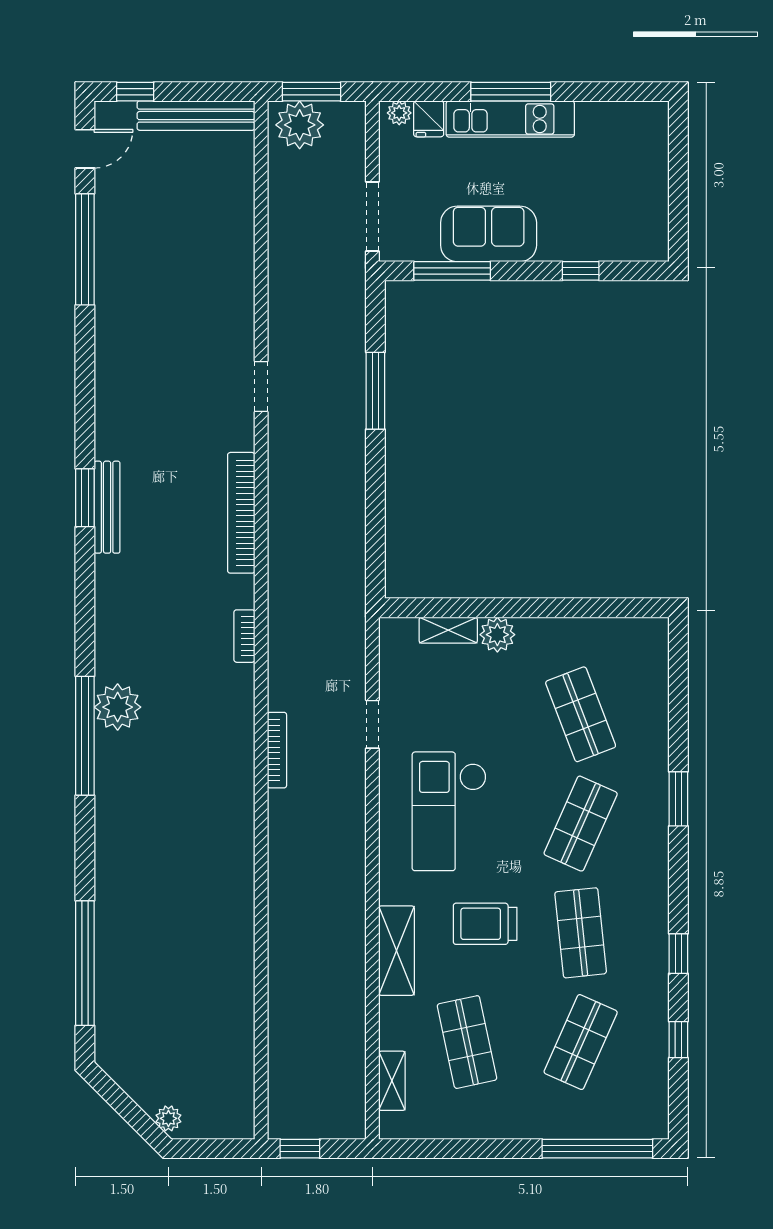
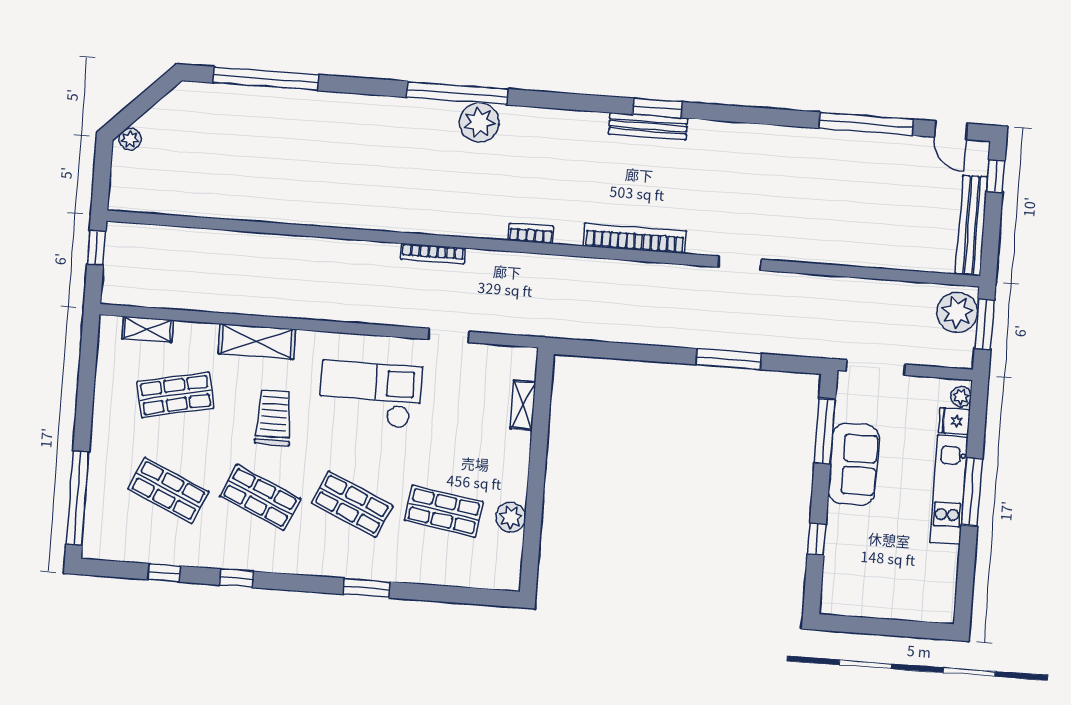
plant: (497, 635) -> (511, 517), moved
shop shelf: (581, 714) -> (444, 511), turned 30
shop shelf: (581, 933) -> (260, 497), turned 30

